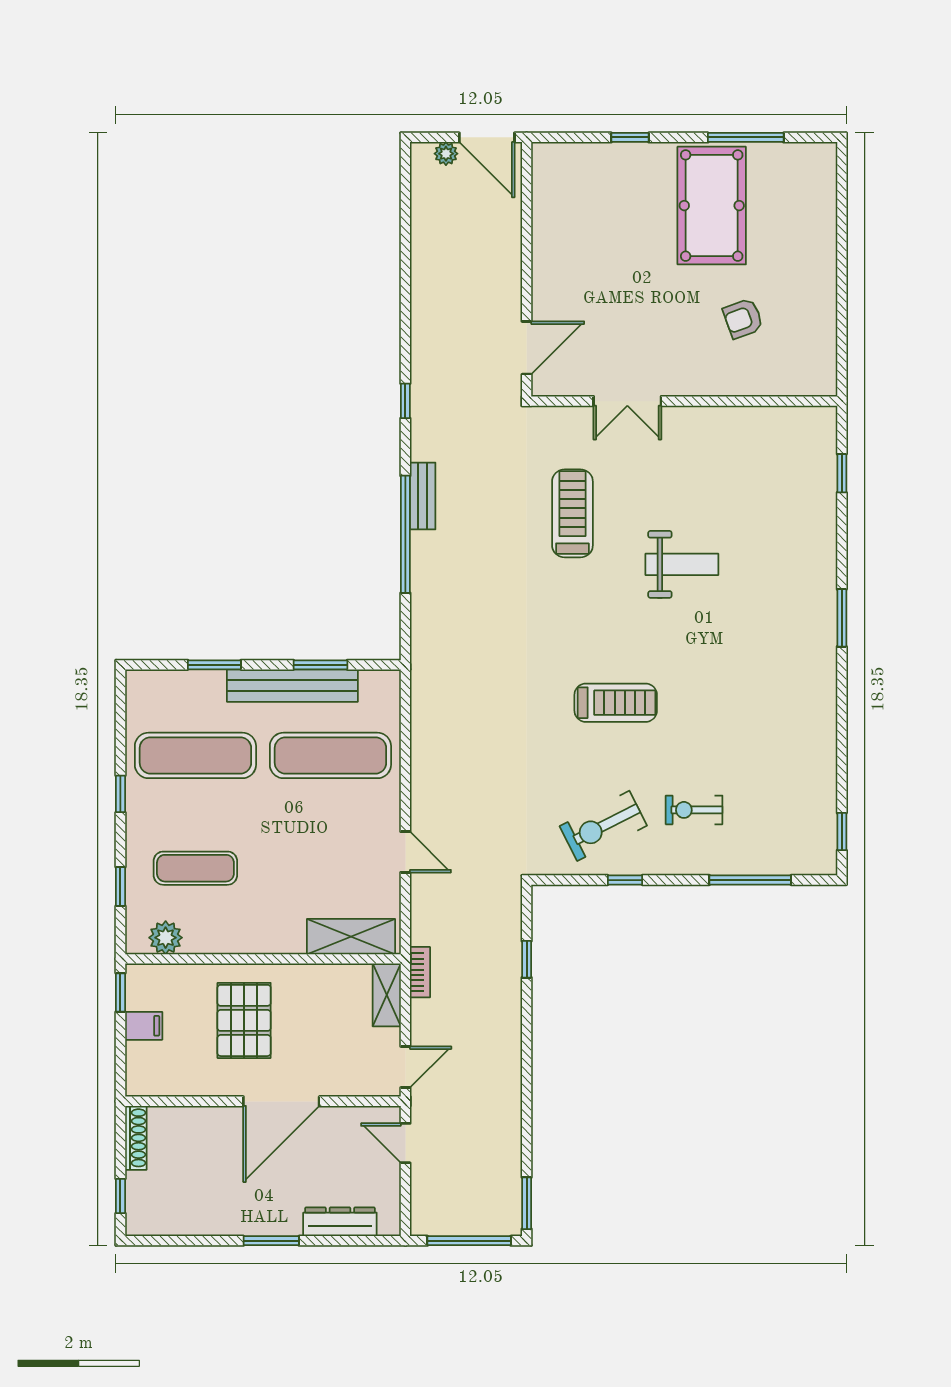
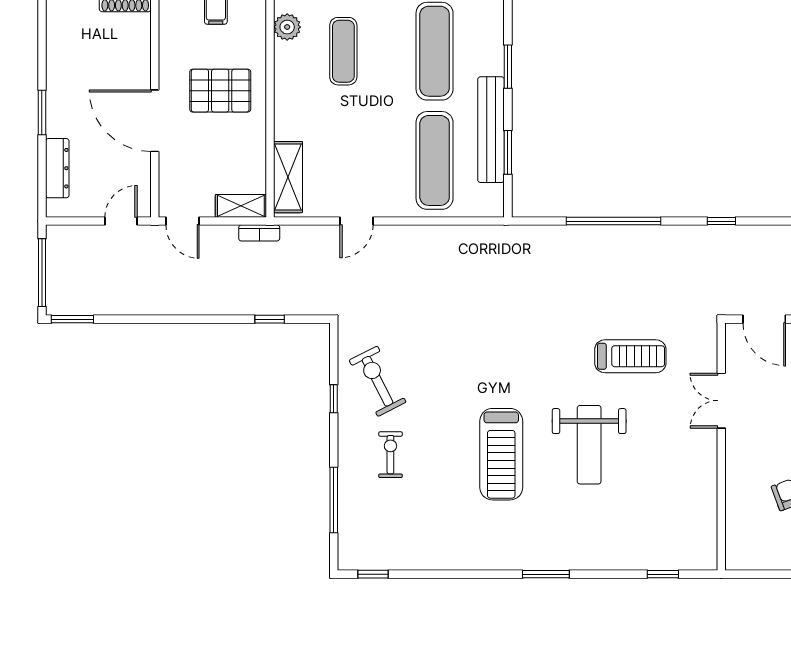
bench: (423, 496) -> (644, 235), removed
weight bench: (682, 564) -> (589, 445), width x1.36, depth x1.33
treadmill: (616, 703) -> (501, 454), moved, width x1.37, depth x1.37

